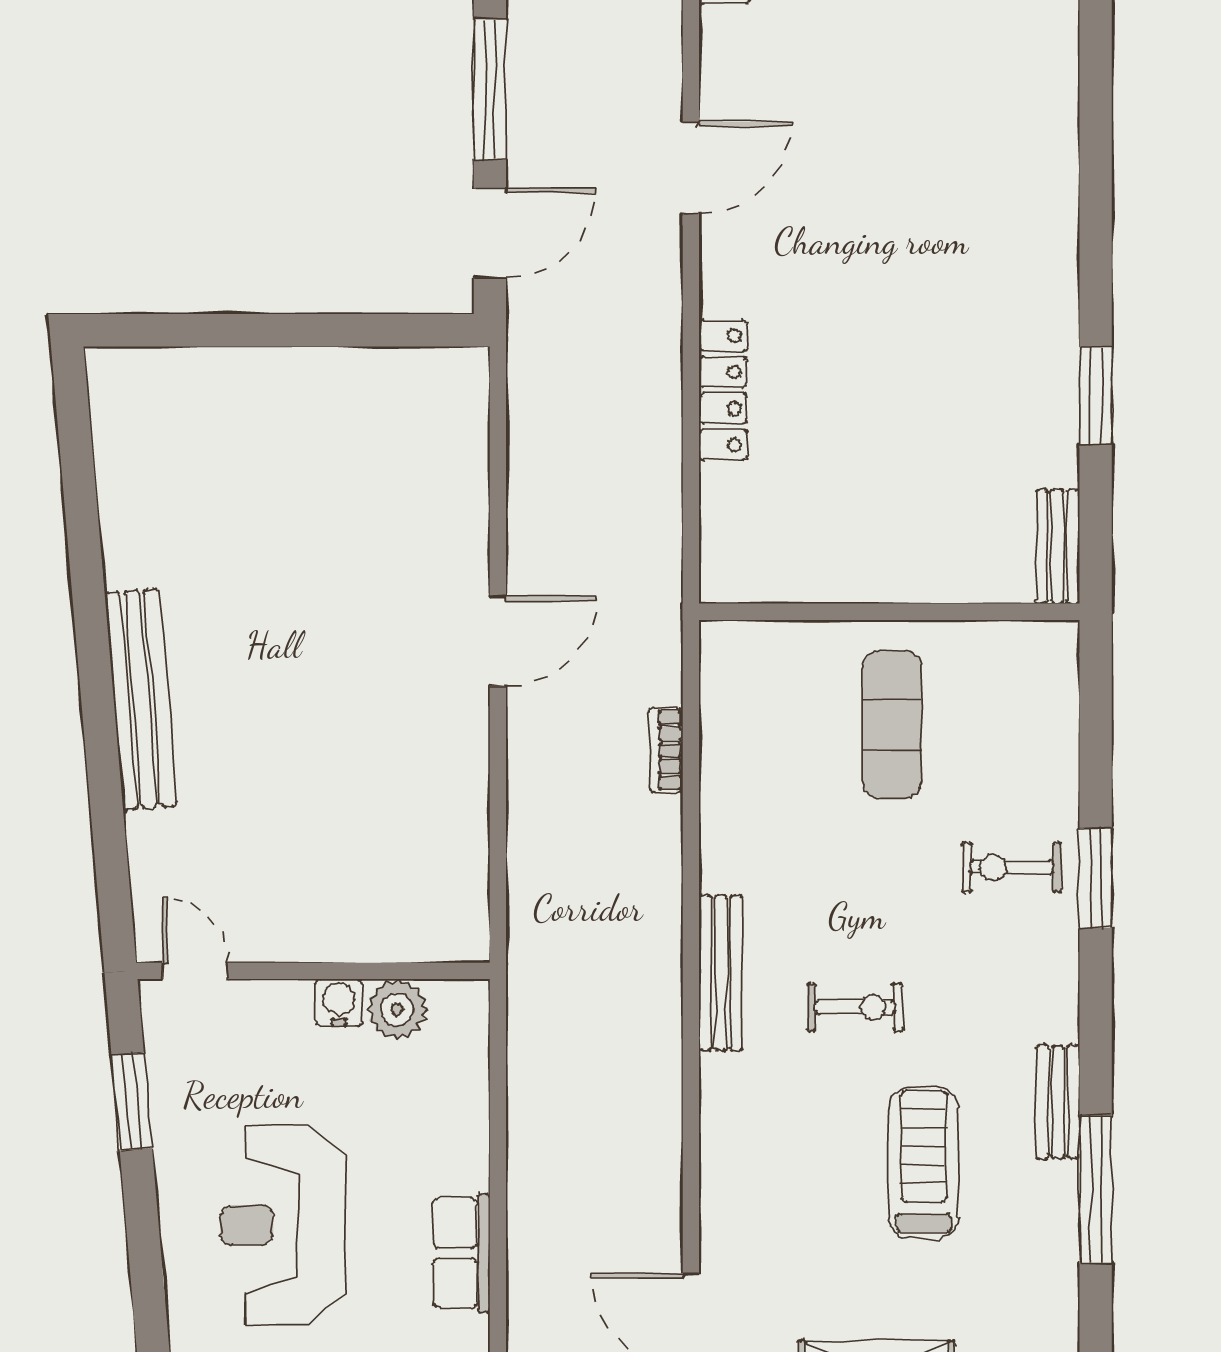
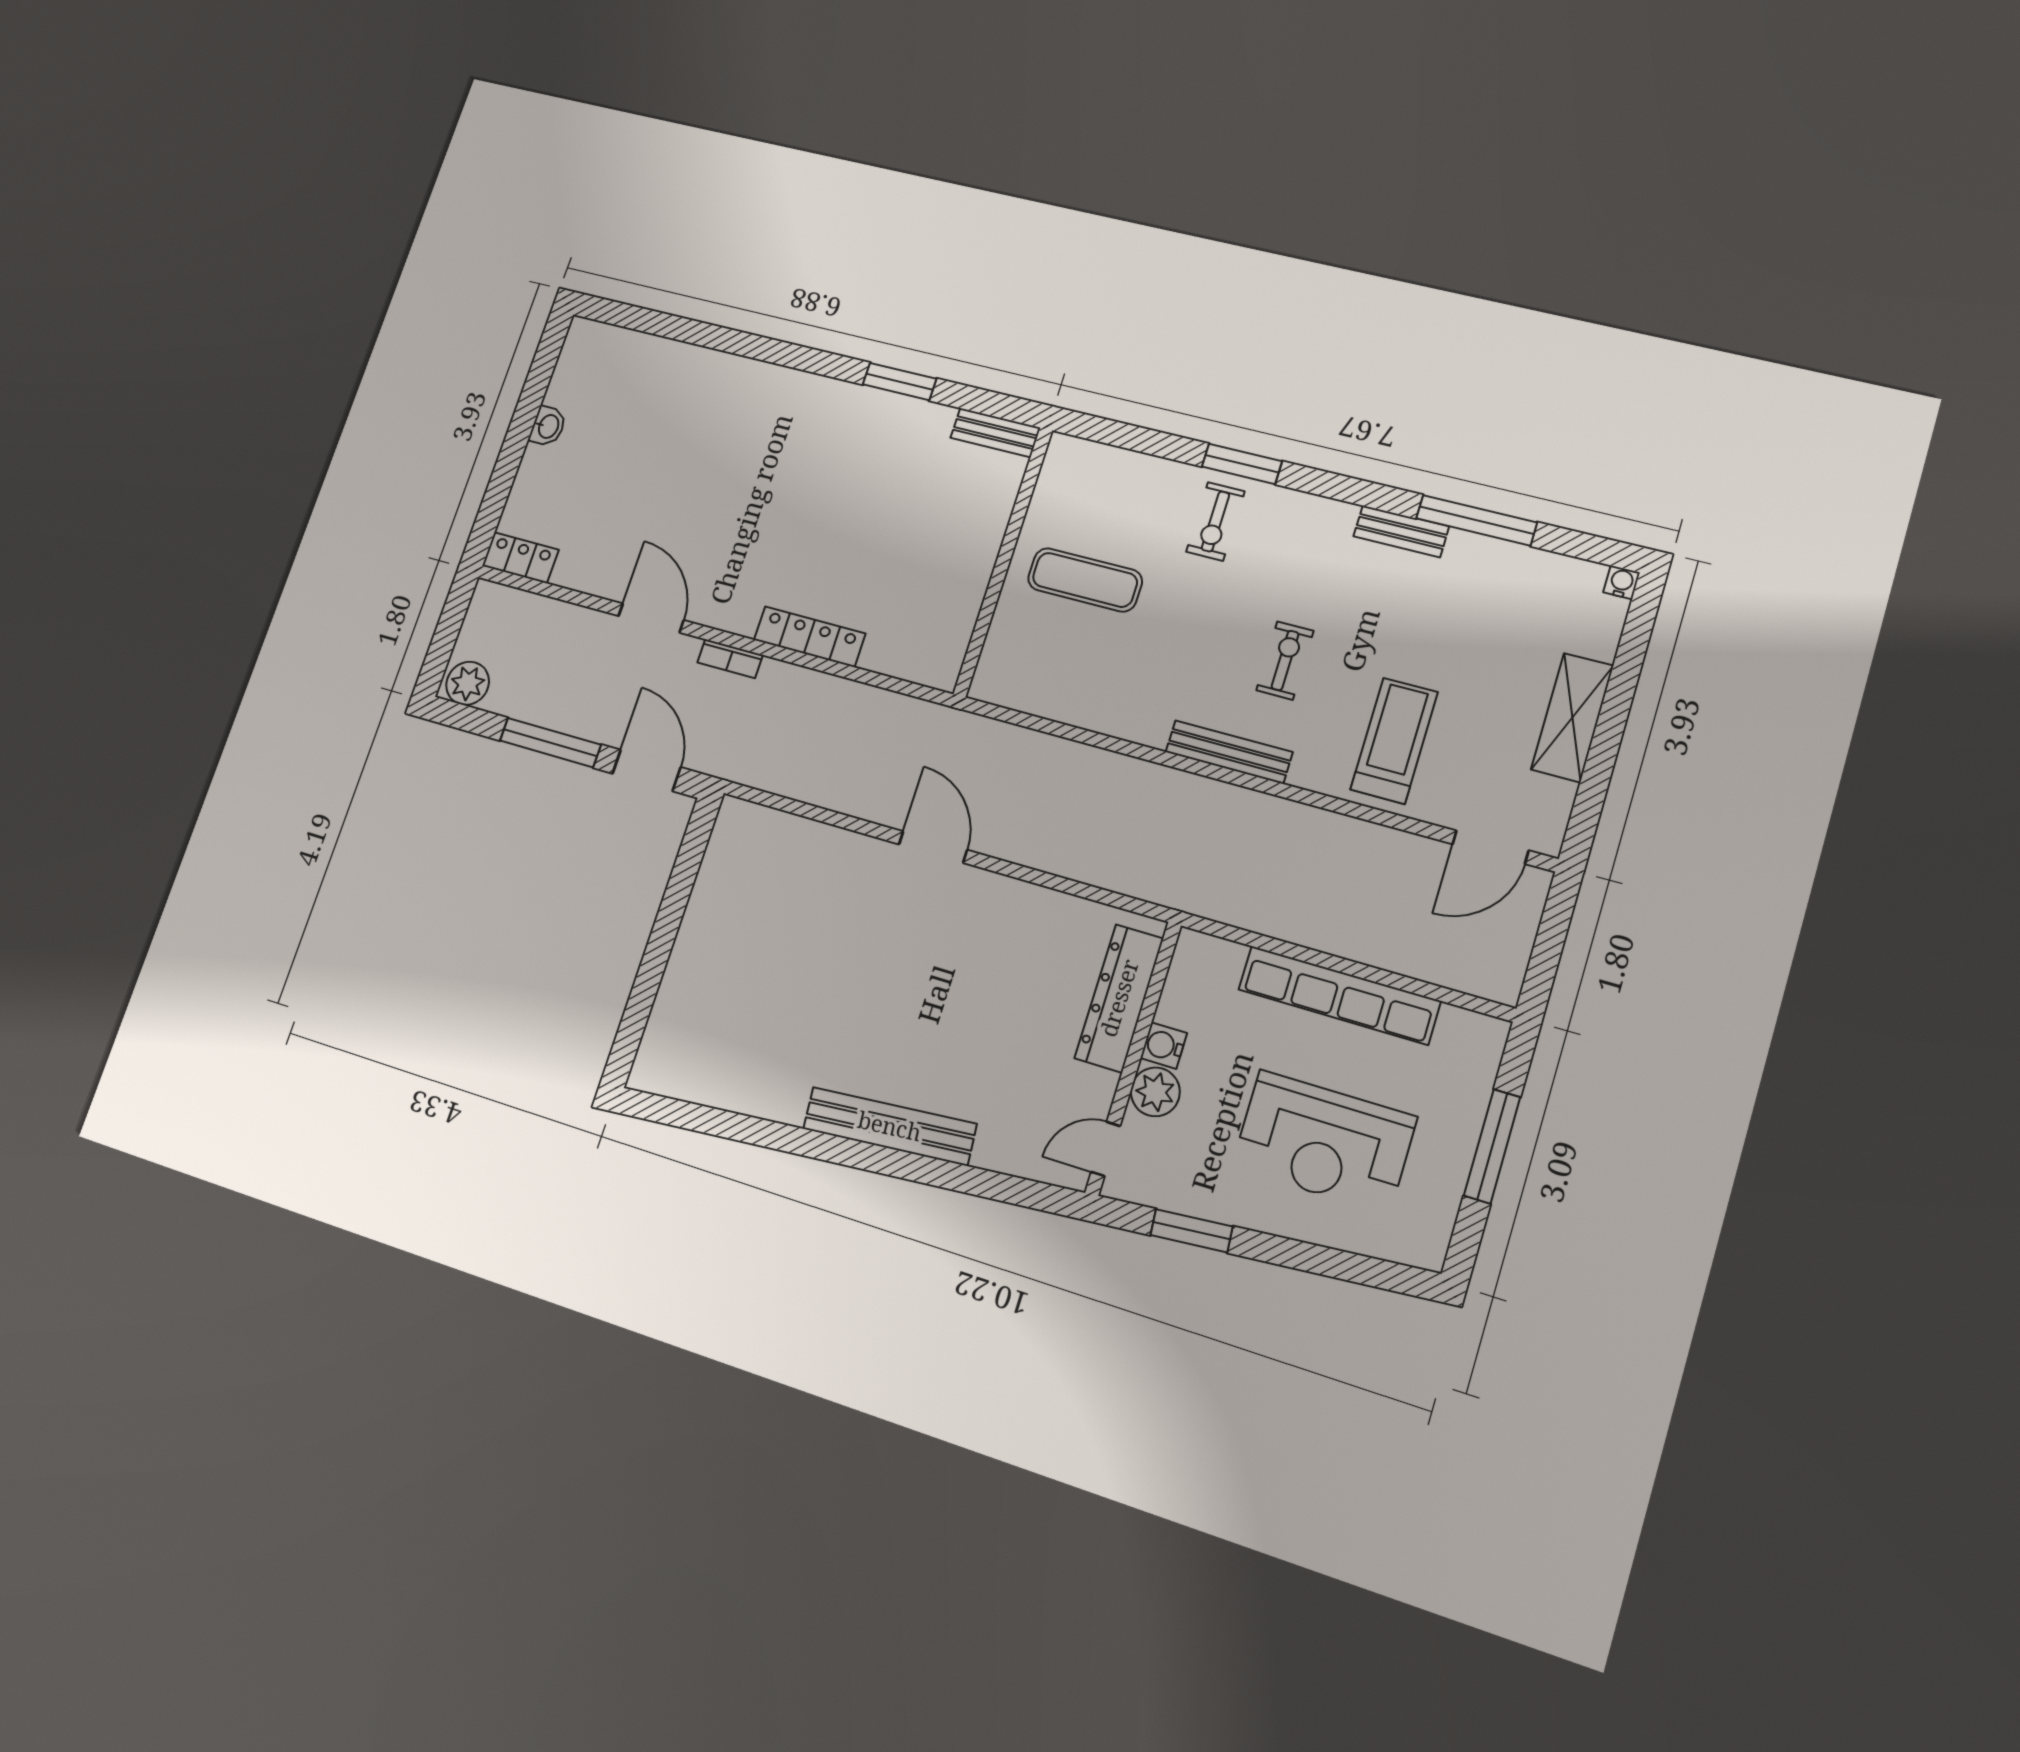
bookcase: (666, 750) -> (730, 659), moved
dresser: (380, 931) -> (1119, 998), added
plant: (397, 1009) -> (1155, 1092), moved
treadmill: (924, 1163) -> (1394, 741), moved, turned 90
row of seats: (461, 1253) -> (1339, 995), width x2.02

